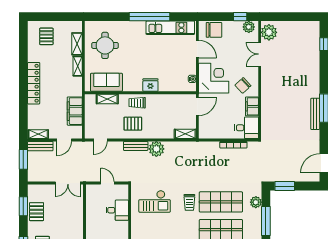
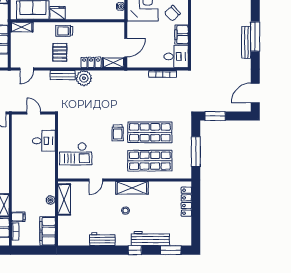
fridge: (150, 85) -> (57, 13), moved
shelving: (107, 99) -> (22, 27), moved
door: (197, 106) -> (126, 48), moved
pallet: (133, 124) -> (60, 52), turned 90
locker: (163, 134) -> (91, 62), added
checkout: (155, 201) -> (76, 154), moved
plant: (256, 202) -> (186, 133), removed

